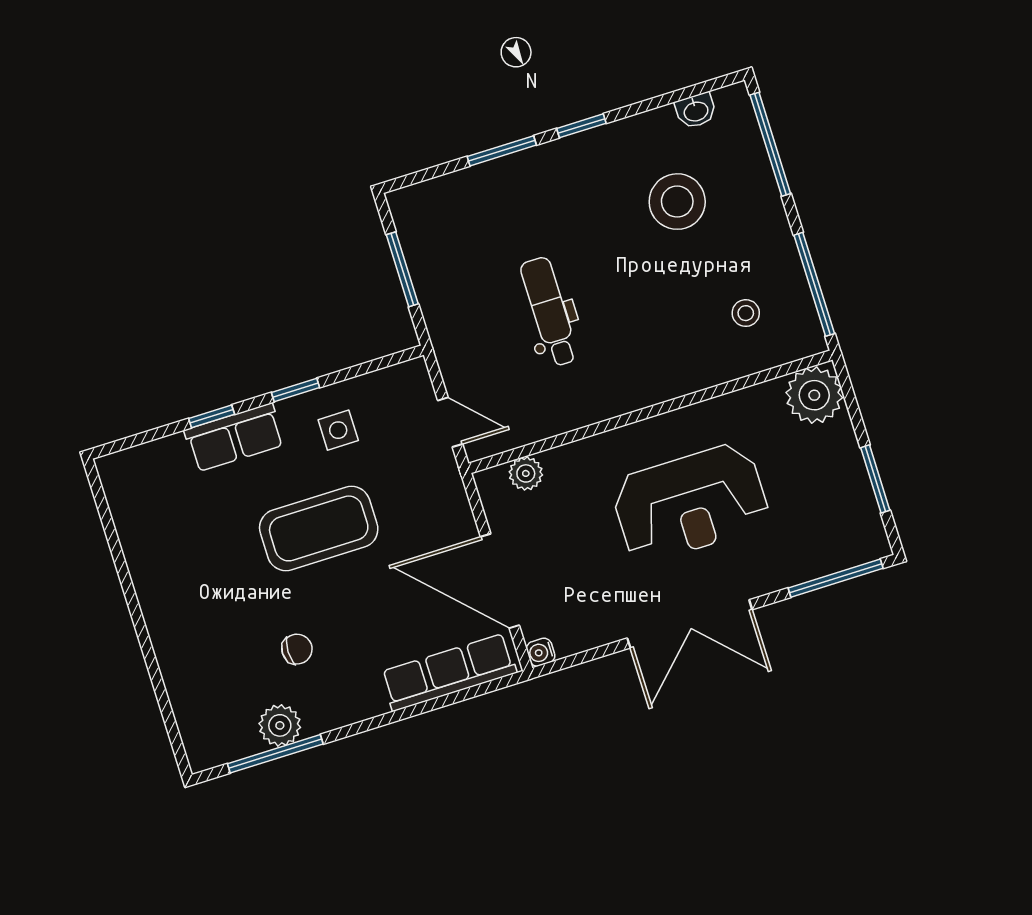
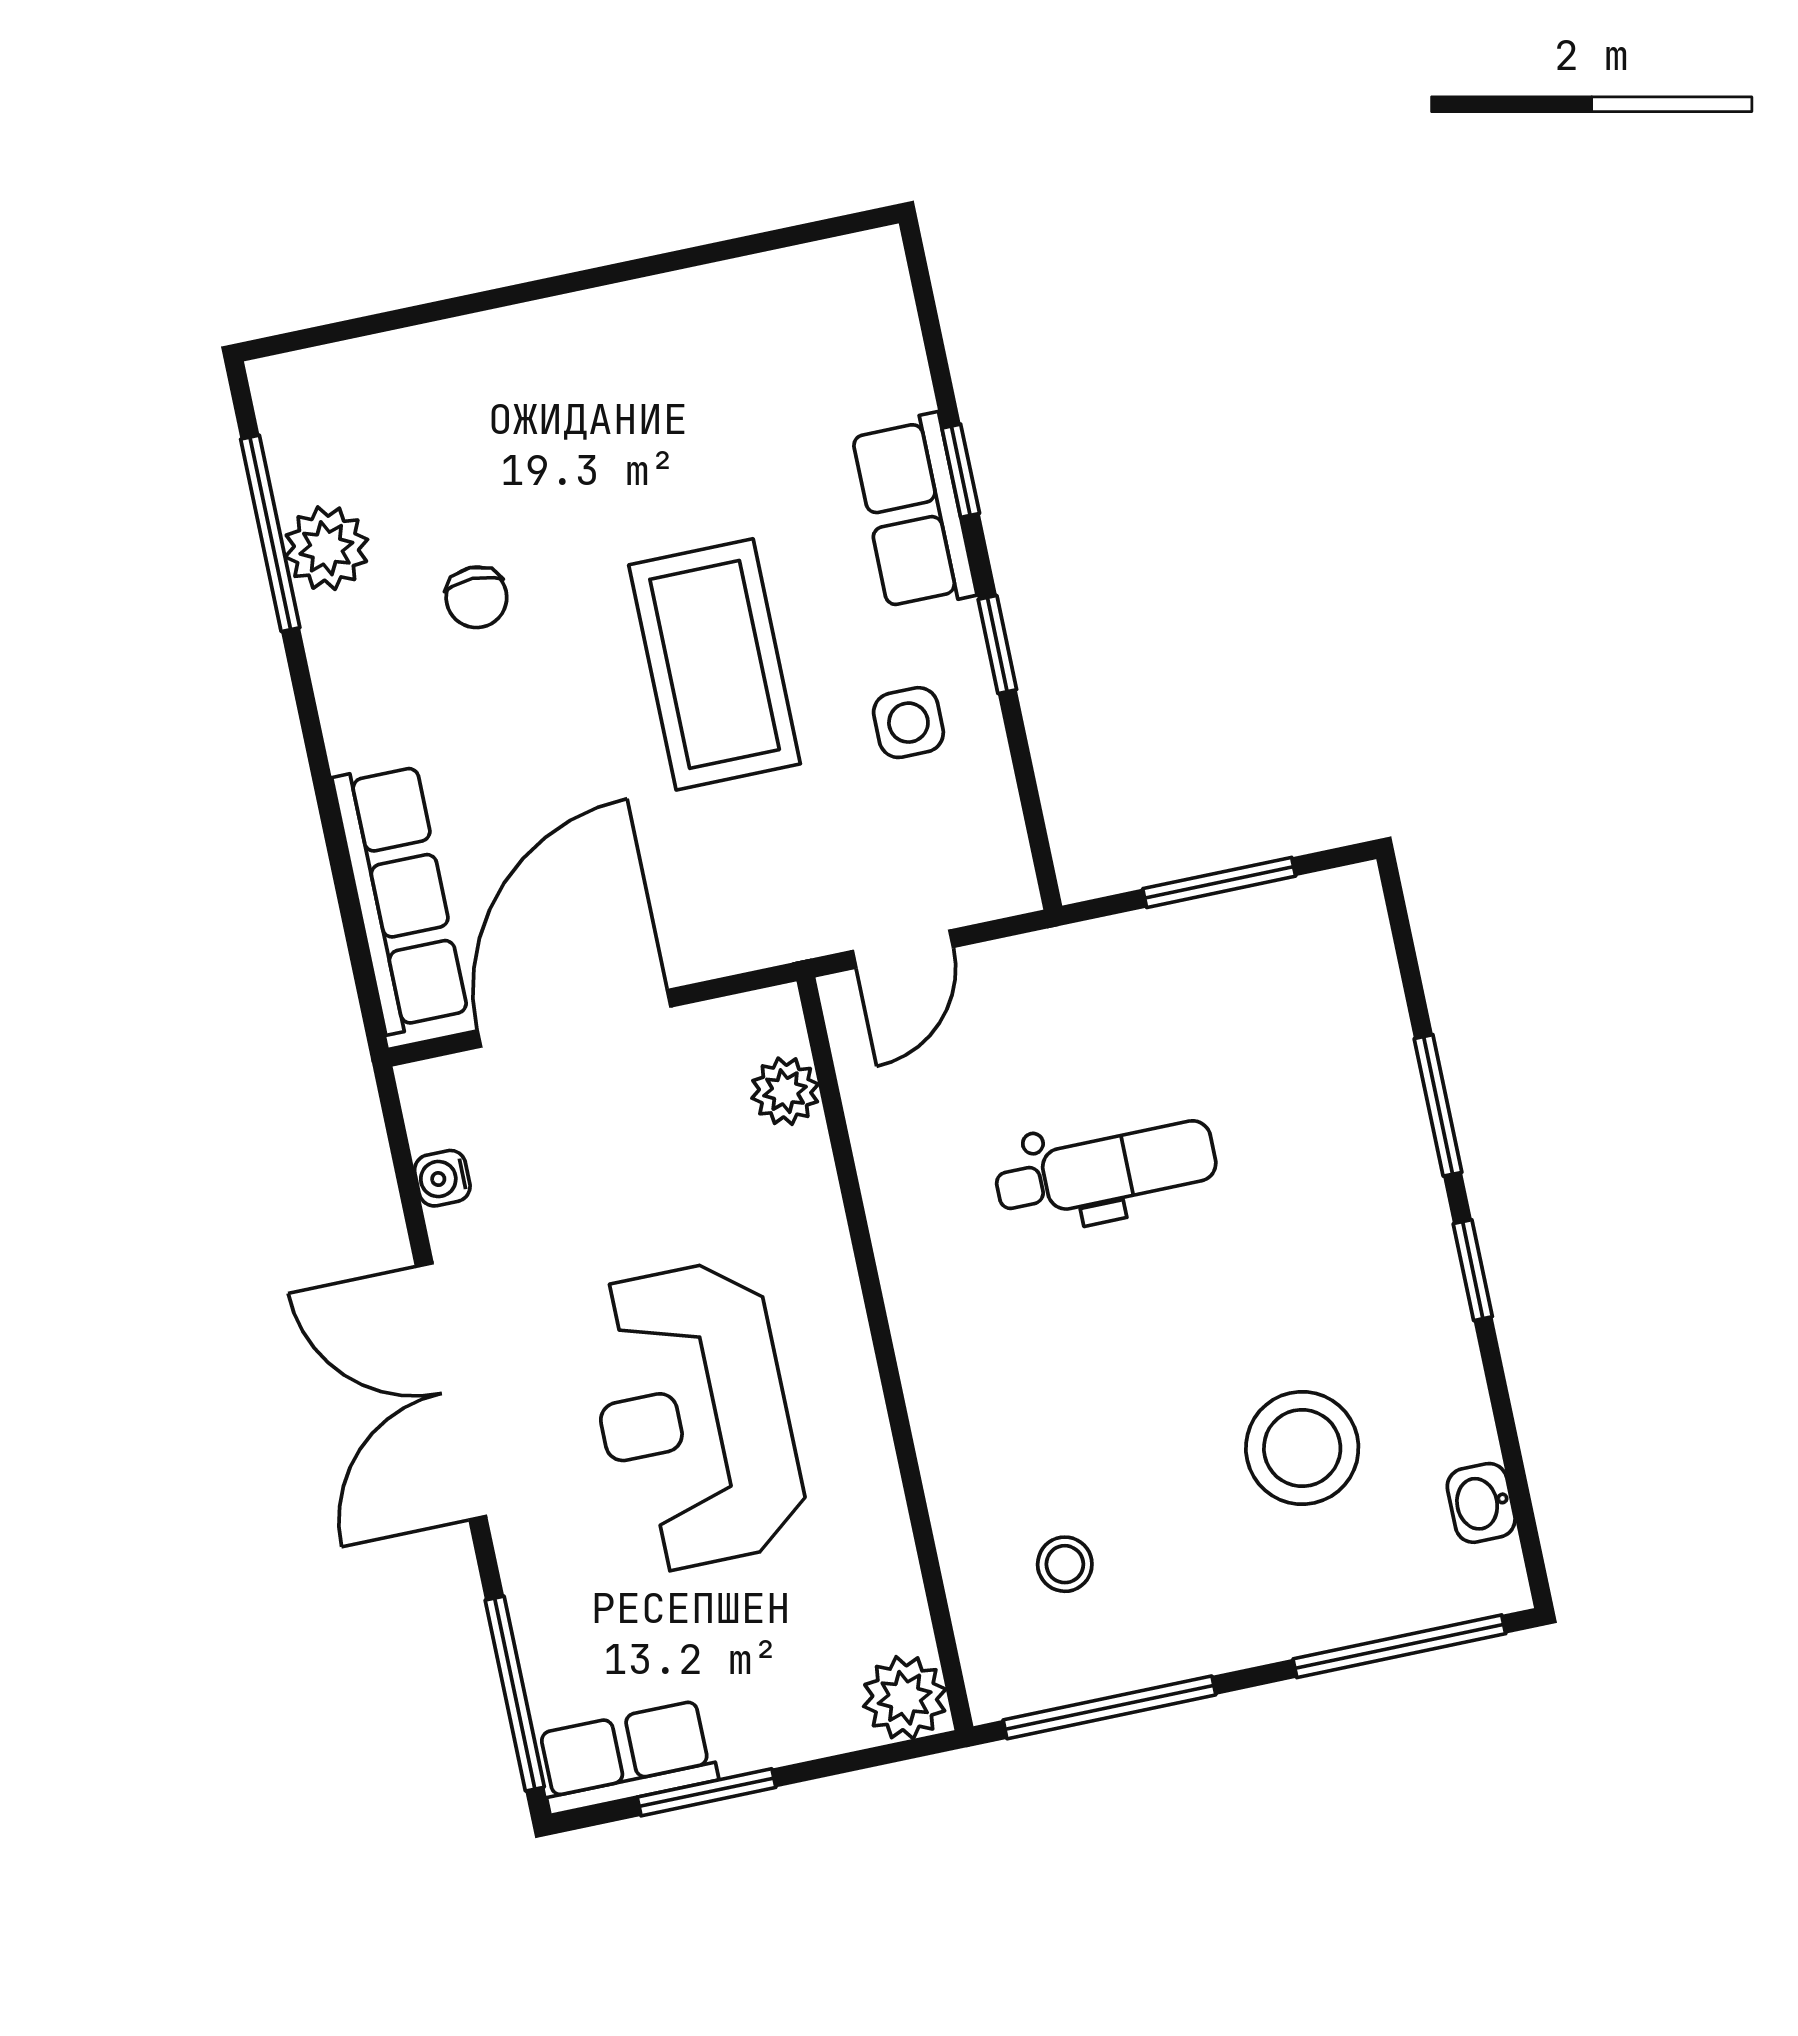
plant: (814, 395) -> (905, 1698), width x0.73, depth x0.73
row of seats: (862, 520) -> (626, 1757), added
water cooler: (541, 652) -> (442, 1178), moved, turned -90

